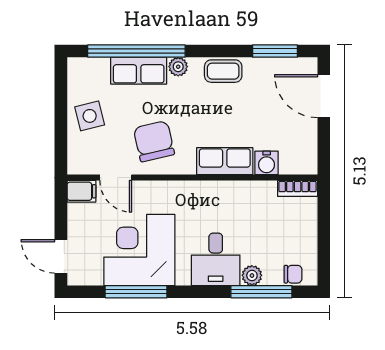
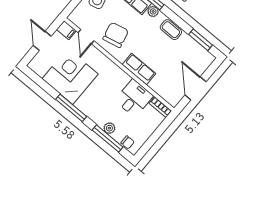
door: (324, 96) -> (195, 88), moved
water cooler: (267, 163) -> (156, 85), removed
door: (61, 256) -> (42, 41), moved
desk: (216, 259) -> (134, 98), moved, turned 180
window: (136, 292) -> (71, 108), moved

